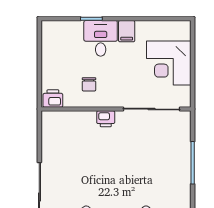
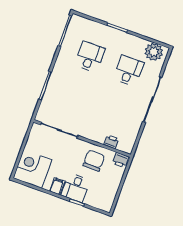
corner desk: (169, 63) -> (32, 169), moved, turned -90
chair: (89, 84) -> (94, 161), width x1.87, depth x1.87
printer: (106, 119) -> (111, 142), moved

